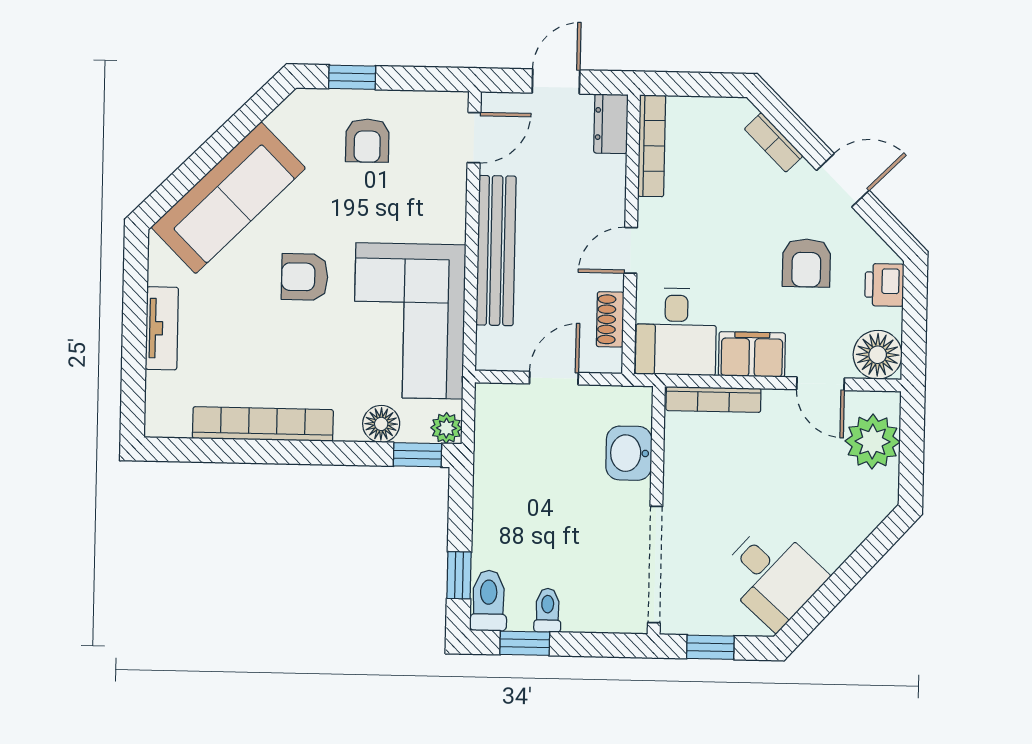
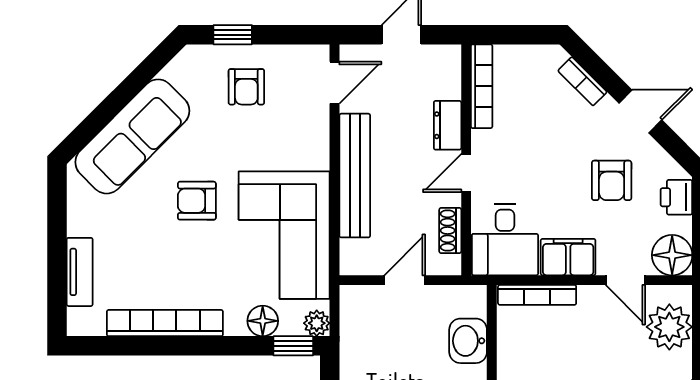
dresser: (611, 124) -> (448, 125), moved
tv unit: (162, 328) -> (80, 272), moved

